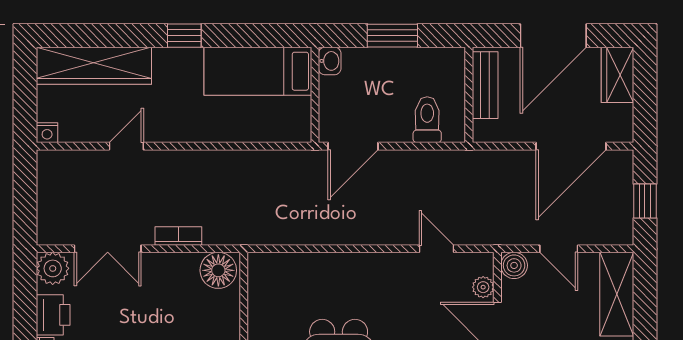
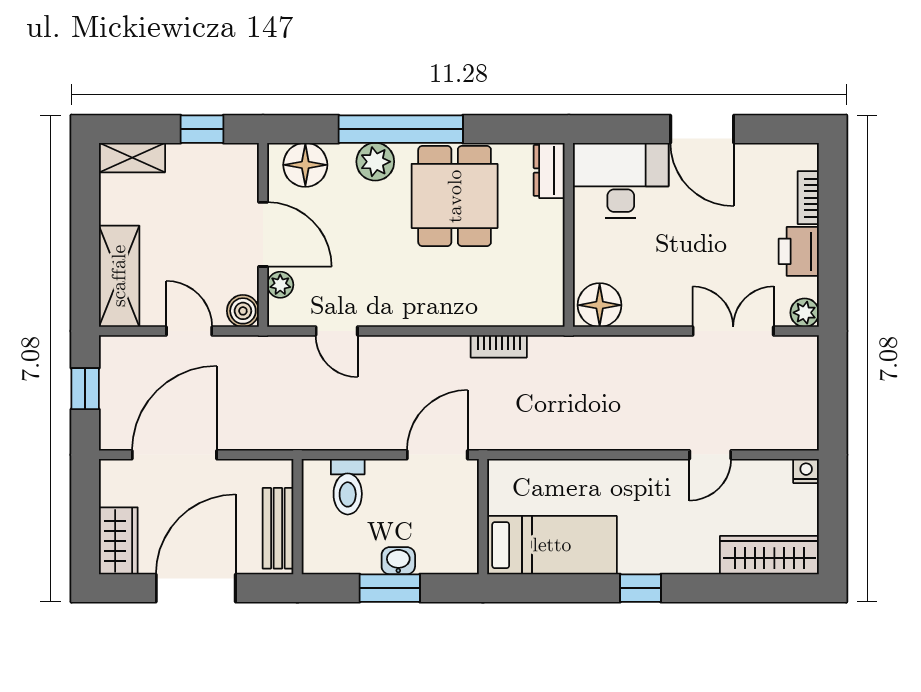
washbasin: (330, 61) -> (398, 561), moved, turned 90
wardrobe: (94, 66) -> (769, 555), width x0.71, depth x0.85
bookcase: (178, 236) -> (499, 346), moved
plant: (53, 268) -> (805, 313), width x0.73, depth x0.73

